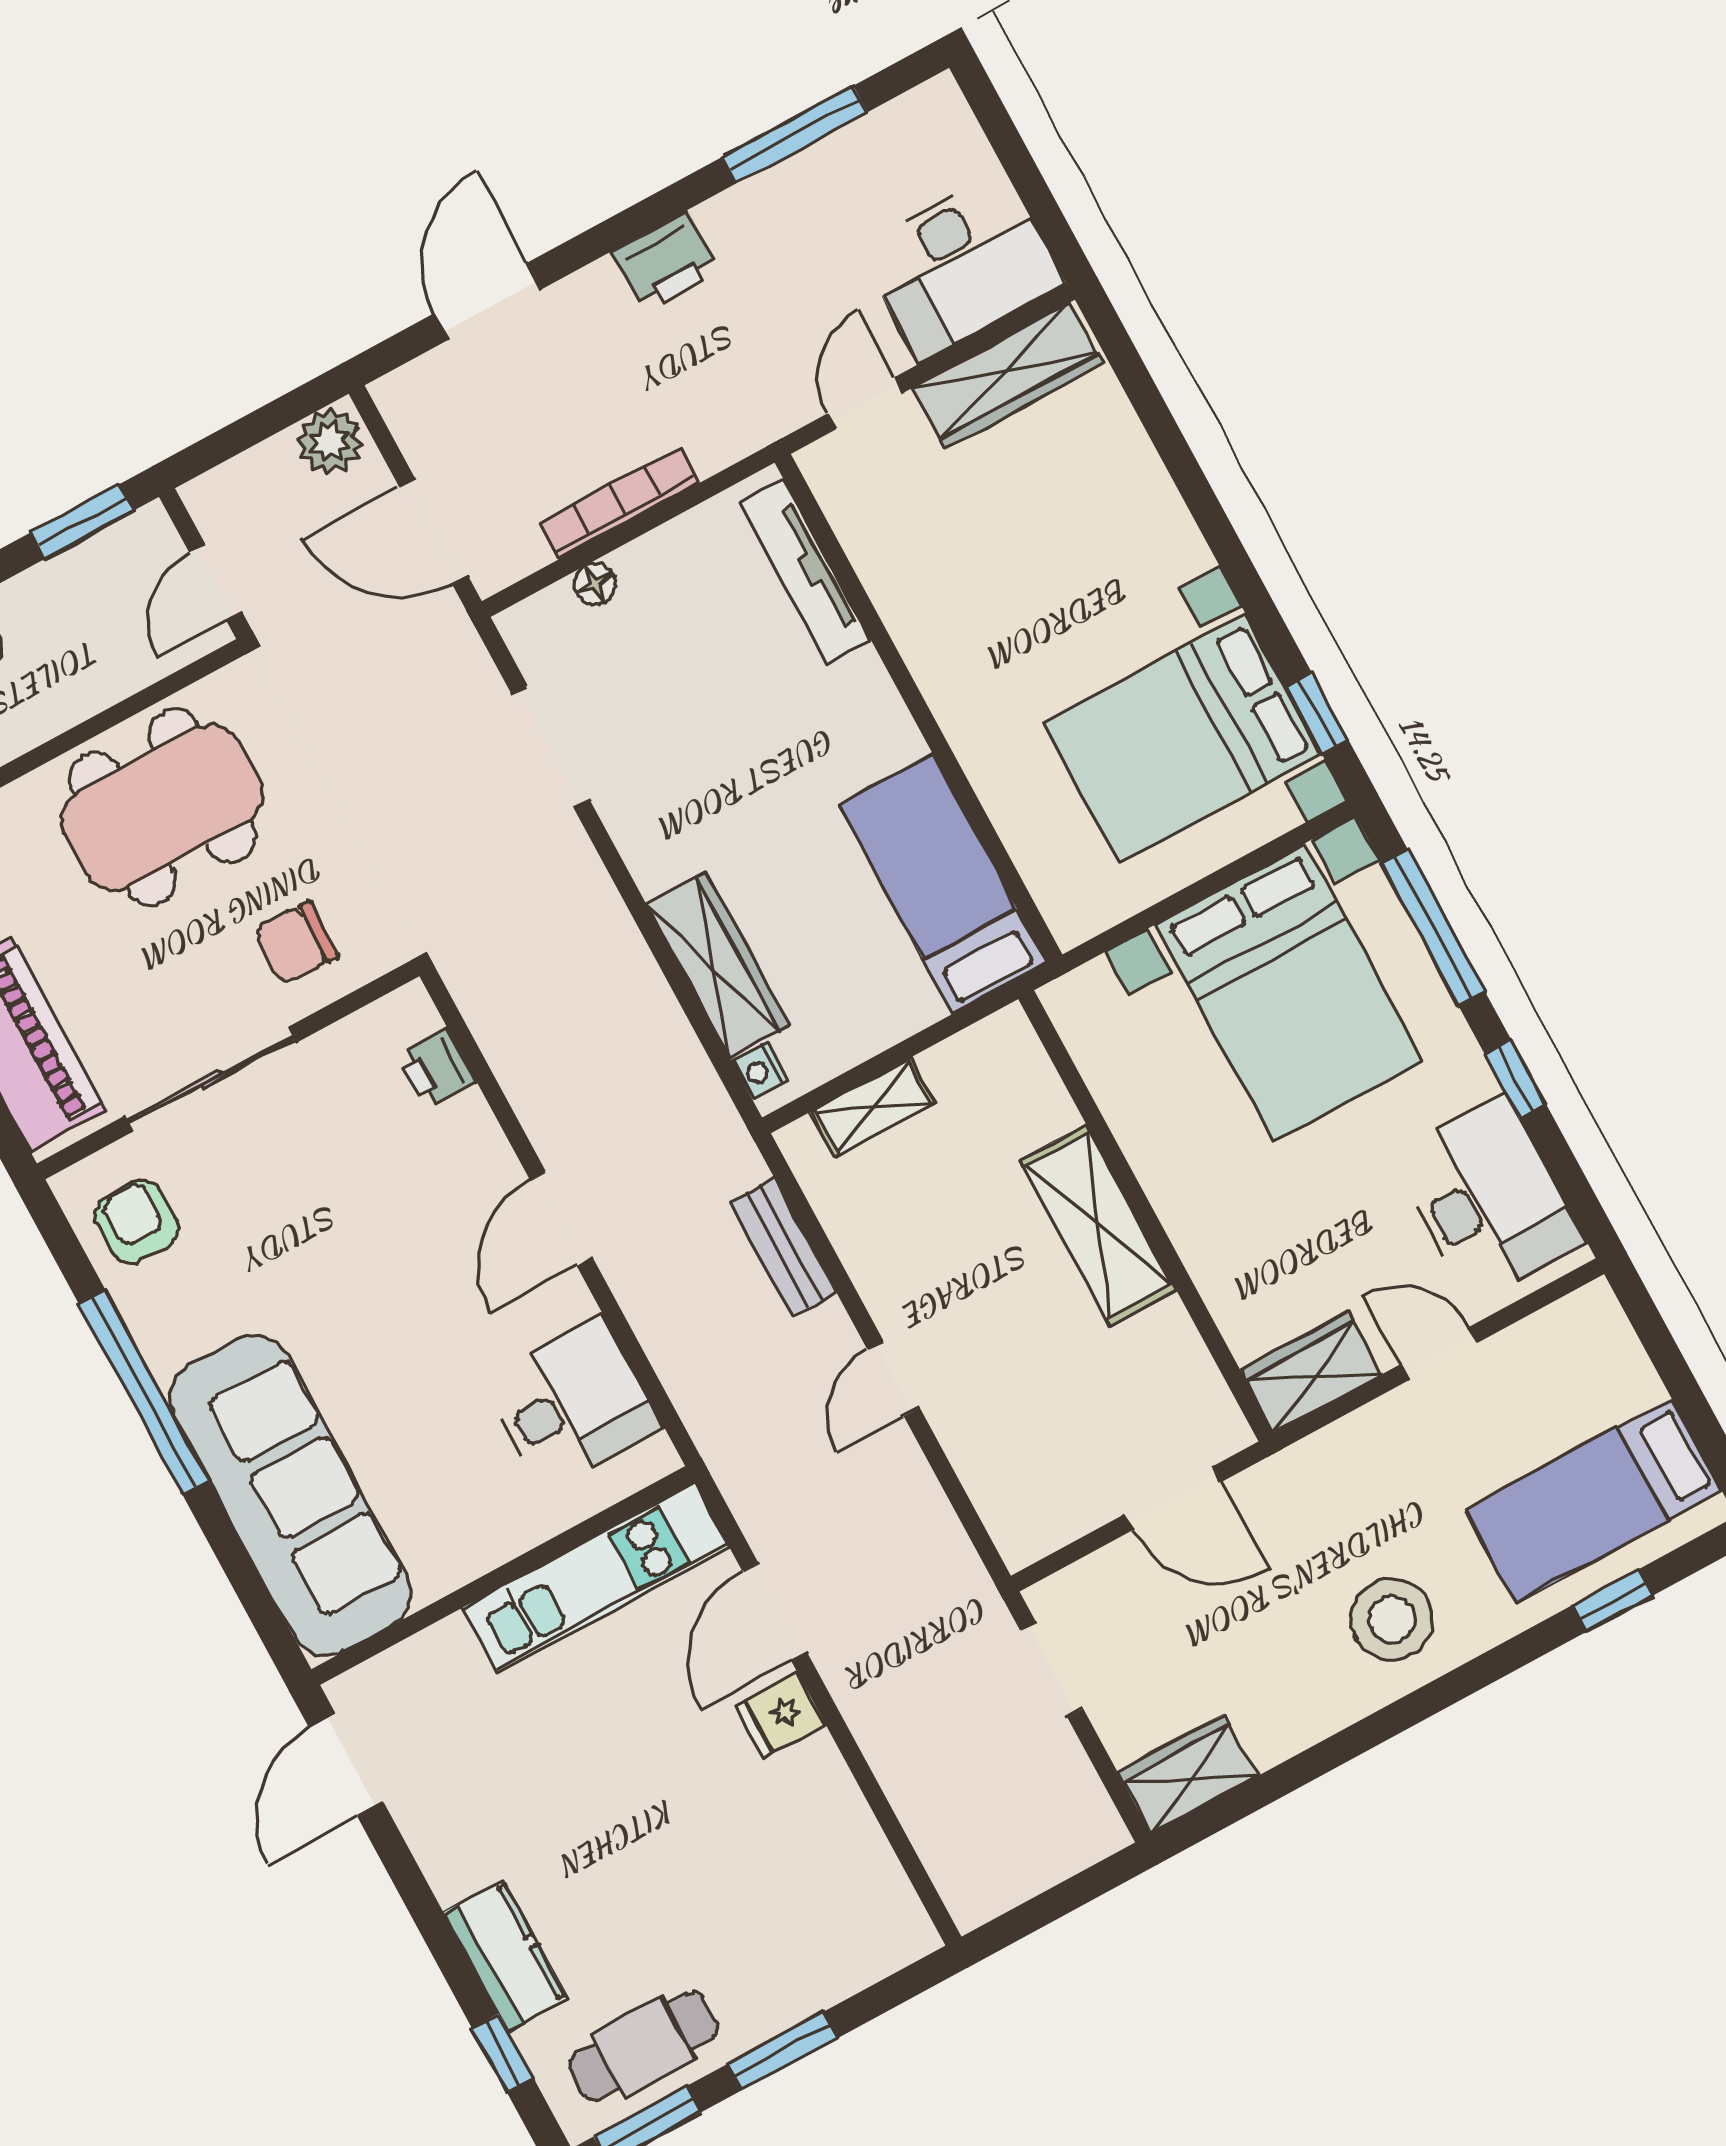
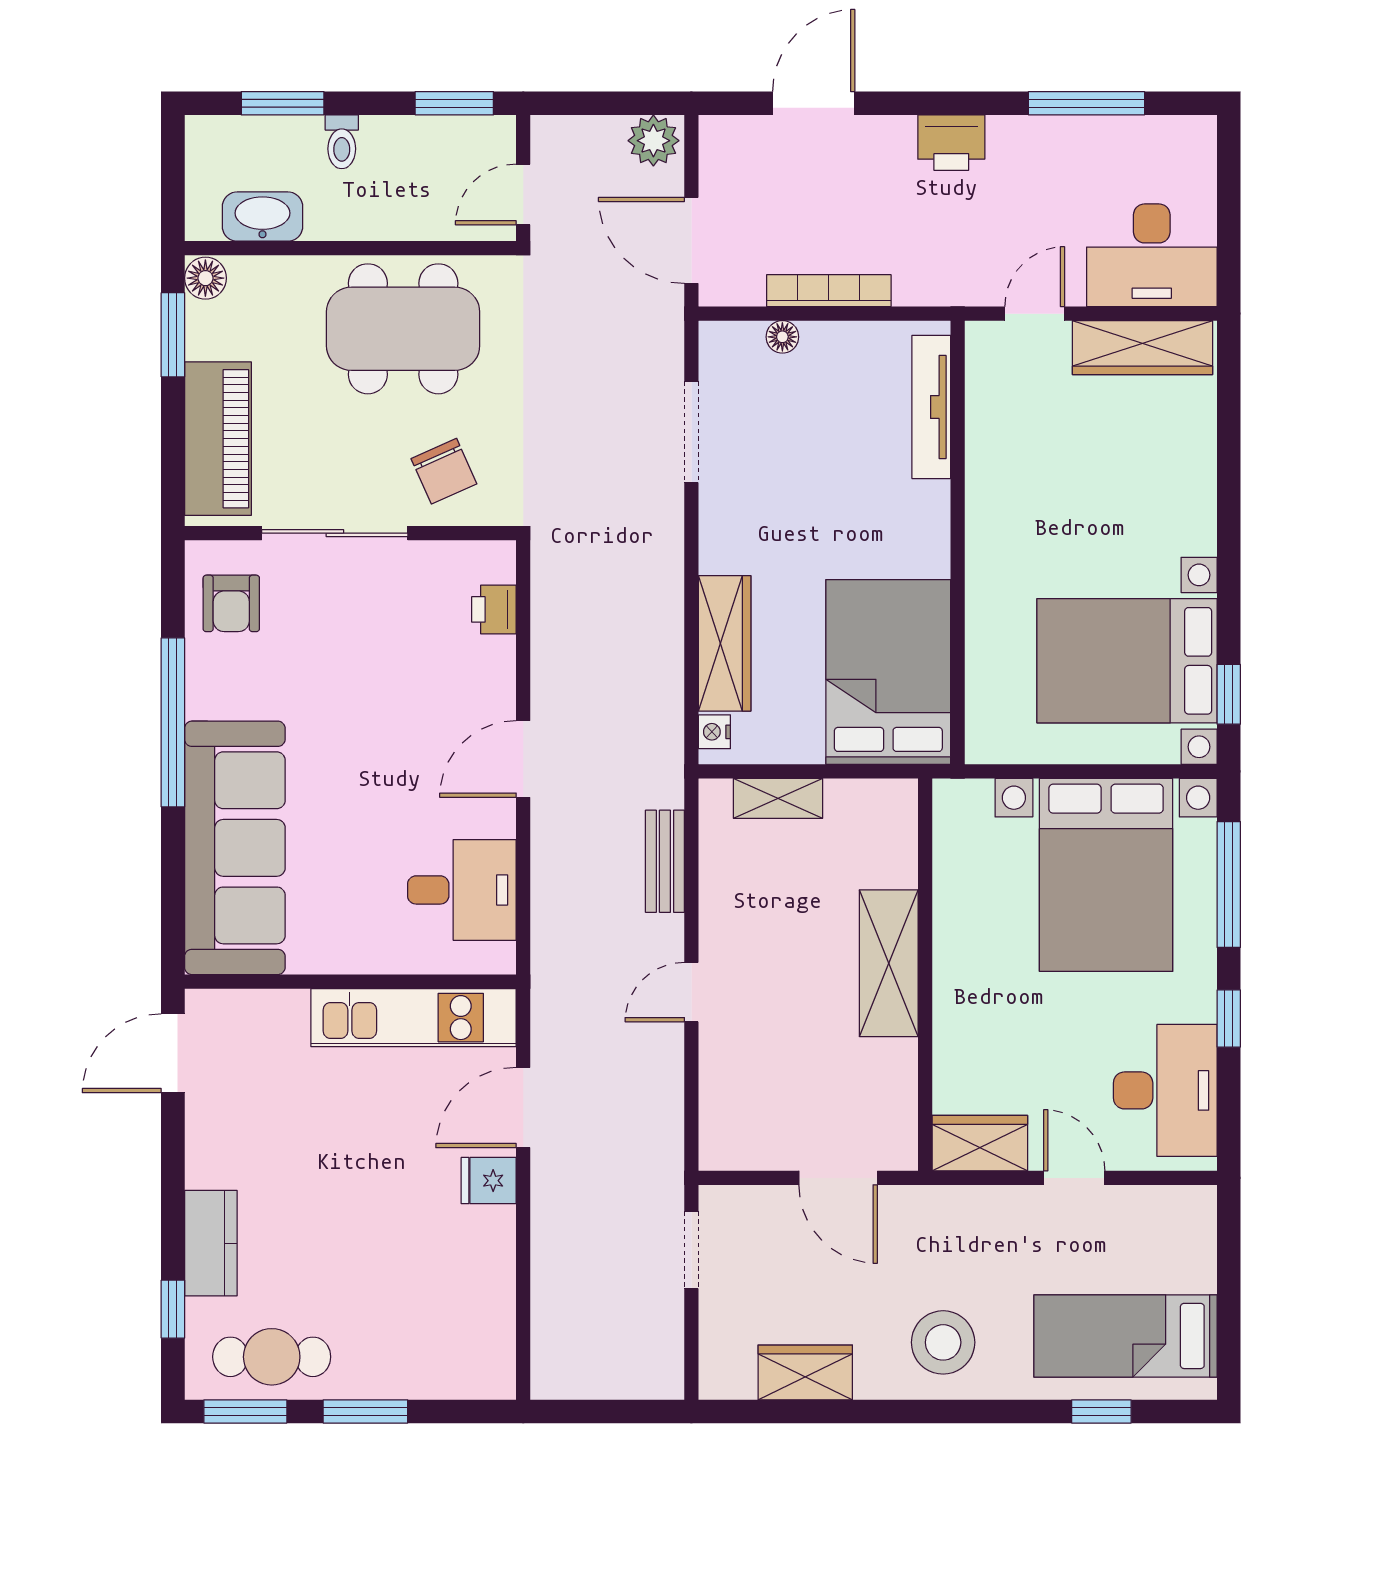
bed: (943, 884) -> (888, 672), width x1.50
chair: (296, 943) -> (444, 471), turned -116
armchair: (137, 1222) -> (231, 603), turned 180
wardrobe: (1187, 1774) -> (805, 1372), moved

